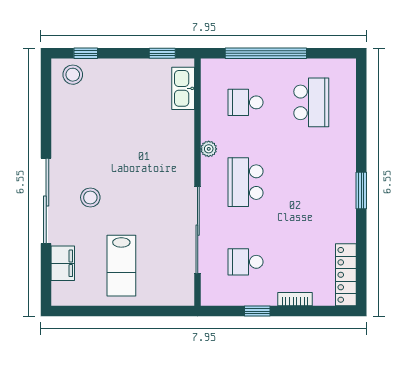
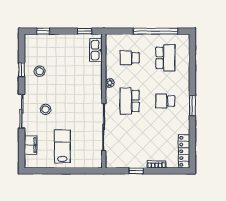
window: (266, 53) -> (156, 31), moved
stool: (73, 75) -> (40, 71), moved
window: (46, 125) -> (22, 70), added
sliding door: (46, 201) -> (22, 111), width x0.73
school desk: (245, 262) -> (165, 101), moved
lab bench: (121, 266) -> (62, 146), turned 180

